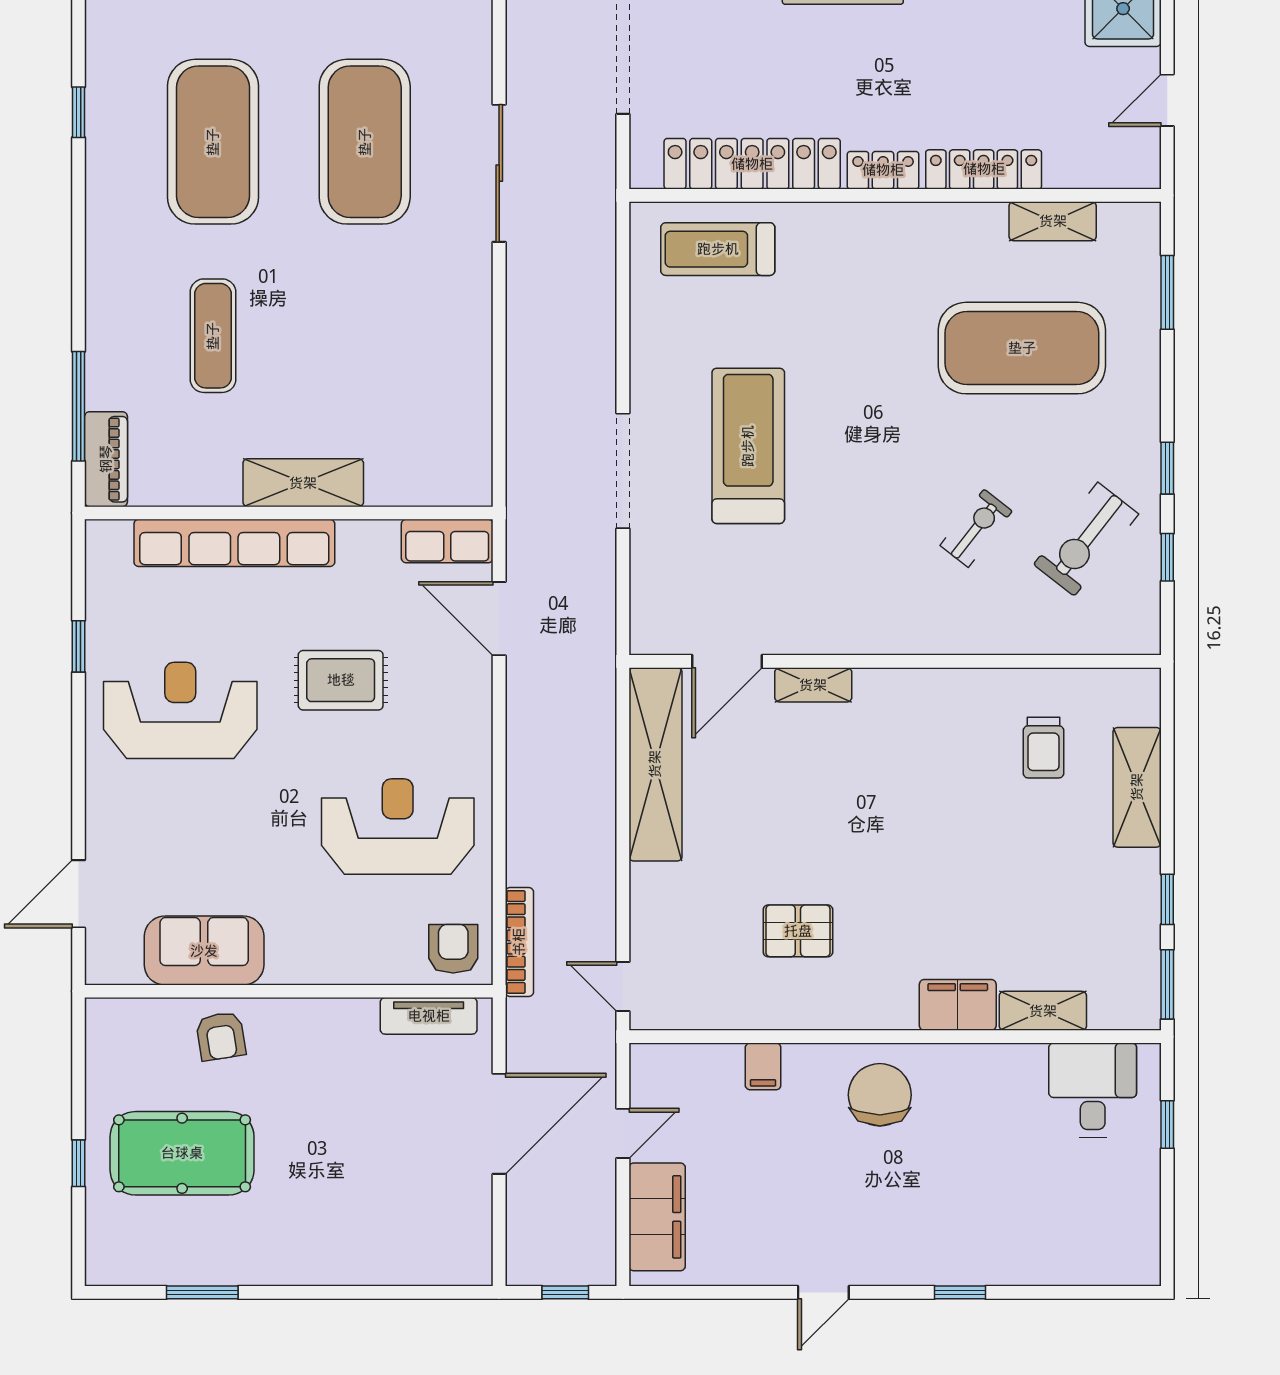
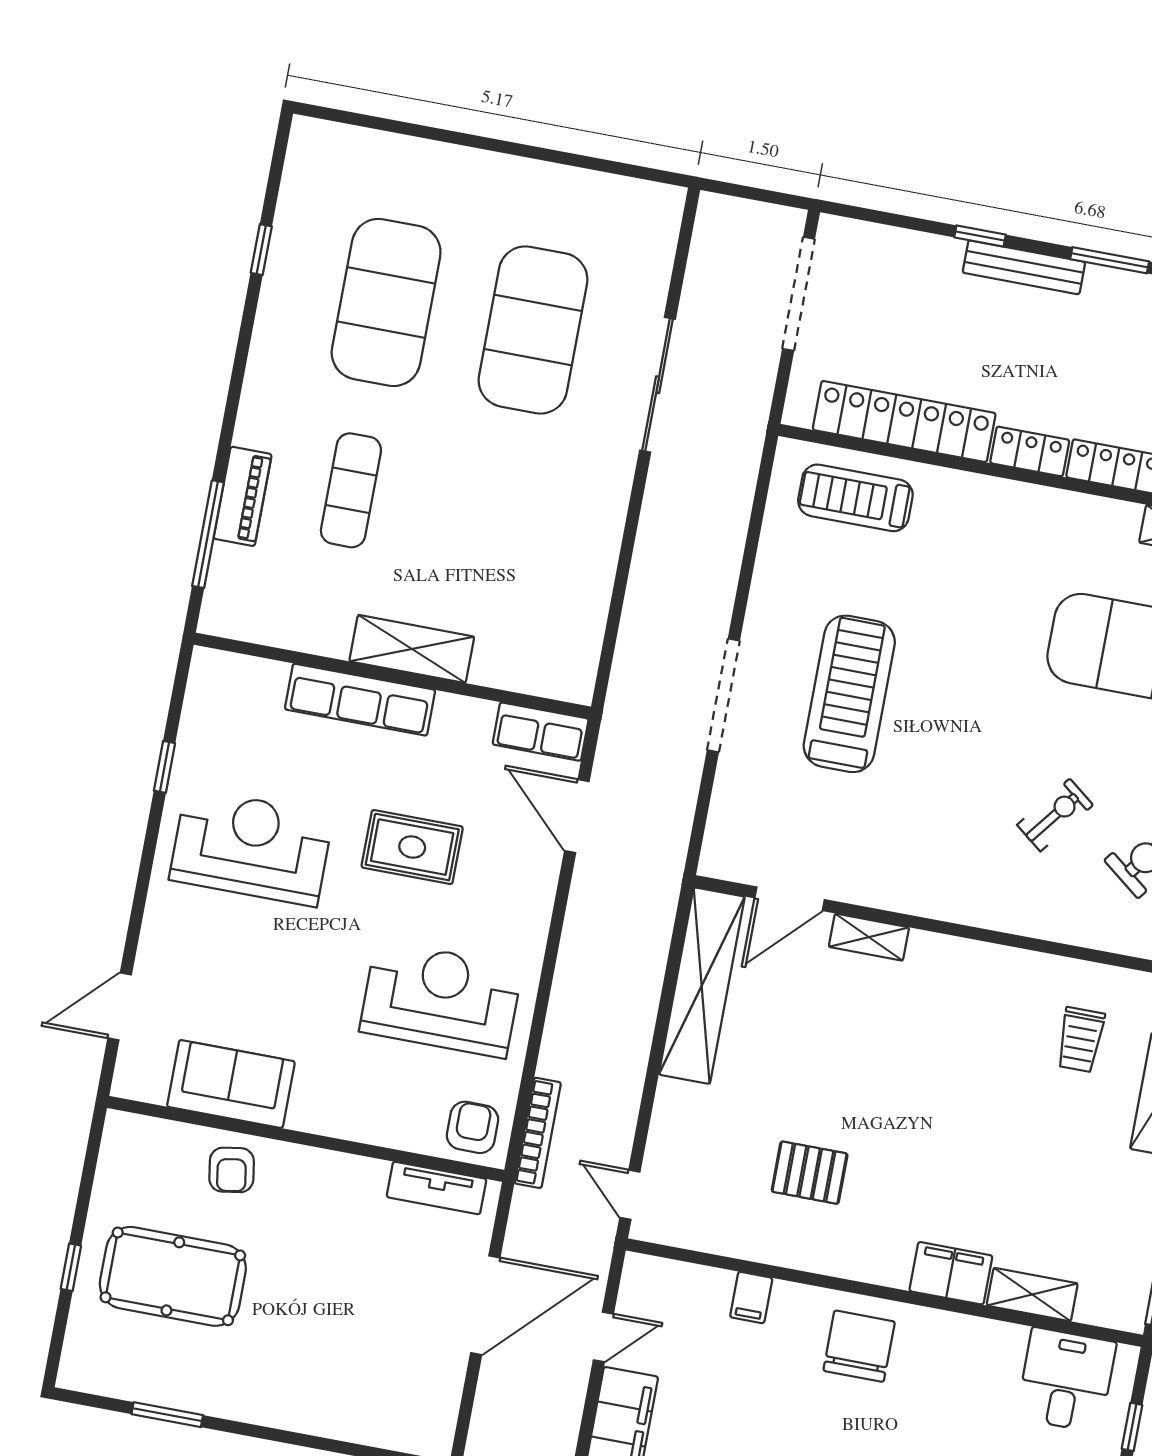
piano: (106, 459) -> (243, 496), moved
row of seats: (234, 543) -> (360, 700), width x0.73

